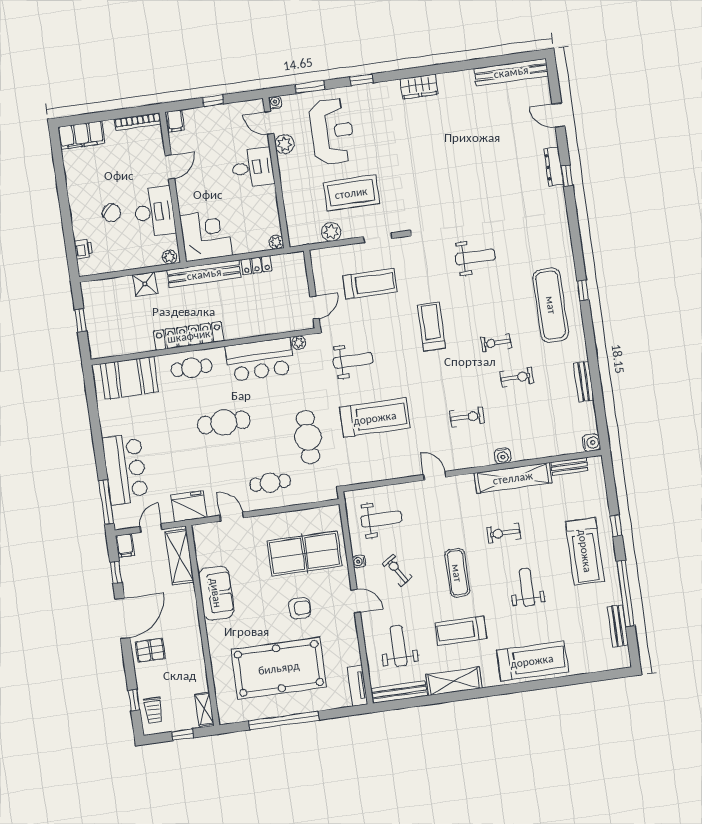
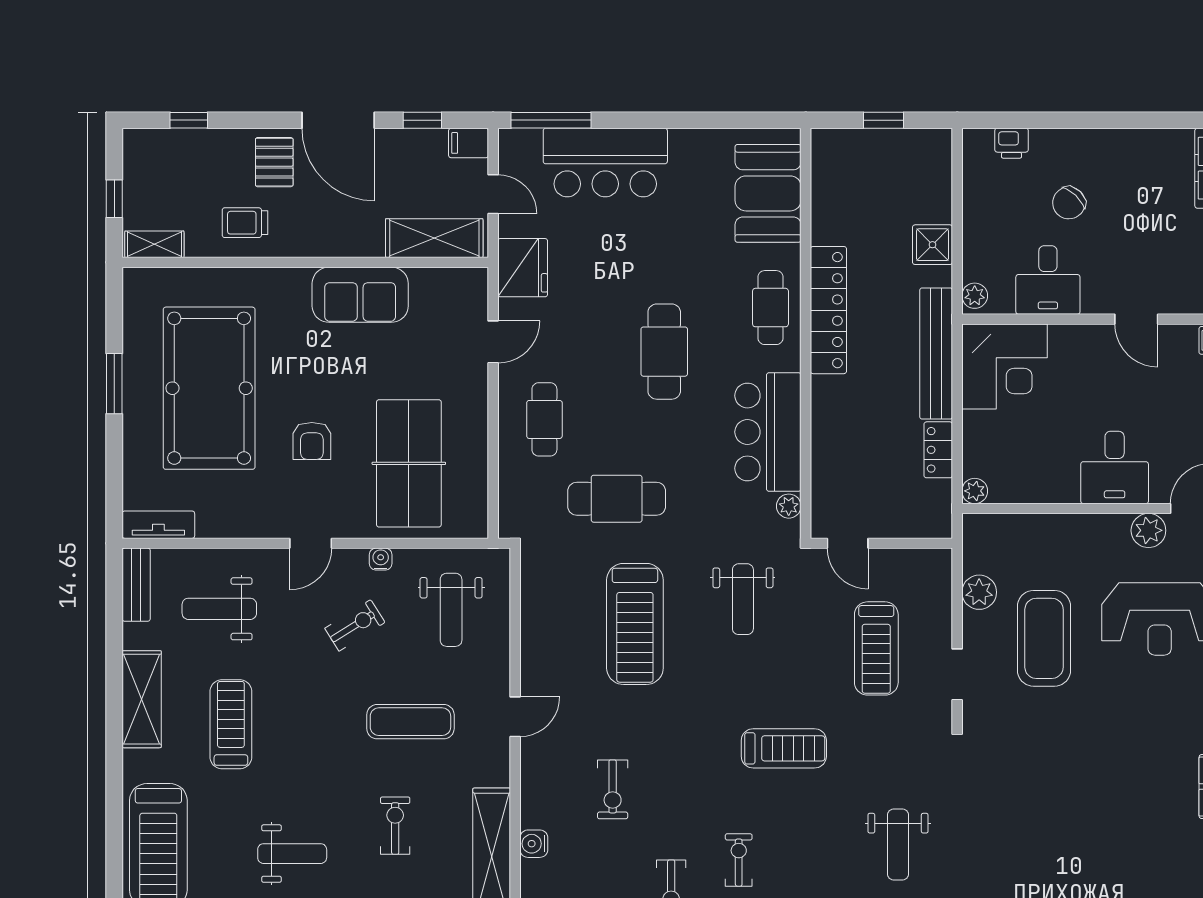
desk: (154, 212) -> (1048, 280), width x0.73
exercise mat: (457, 573) -> (410, 722), moved
weight bench: (399, 646) -> (219, 609), turned 180
bench: (399, 692) -> (136, 585), width x0.73
trolley: (153, 710) -> (245, 223), moved
window: (284, 720) -> (114, 384), width x0.47

